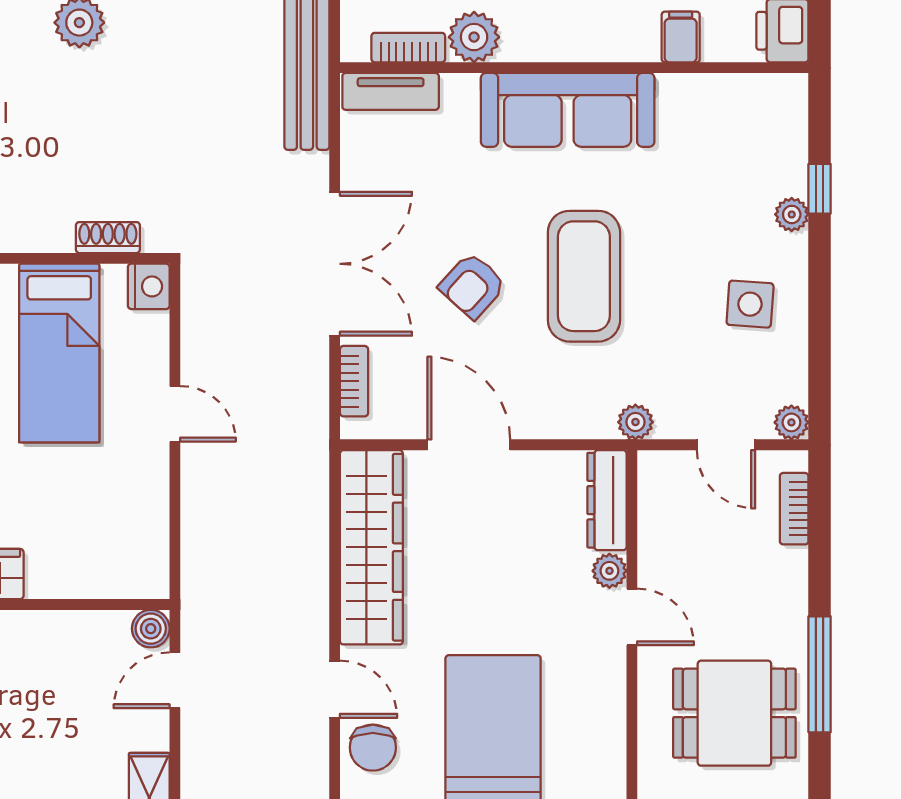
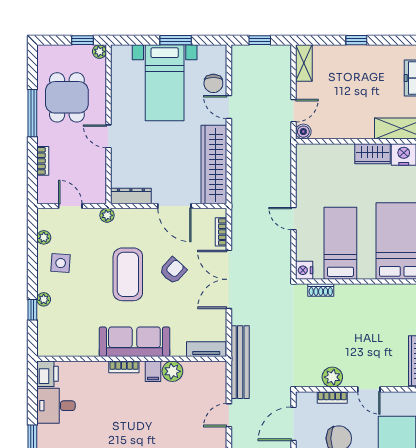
filing cabinet: (681, 37) -> (153, 371), moved
bookcase: (408, 48) -> (124, 367), moved
plant: (791, 422) -> (44, 237), moved
dresser: (607, 500) -> (131, 196), moved, turned -90
bookcase: (794, 509) -> (43, 161), moved
plant: (609, 571) -> (118, 155), removed
dining table: (734, 713) -> (67, 97), turned 90
chair: (373, 748) -> (213, 83), turned 180

